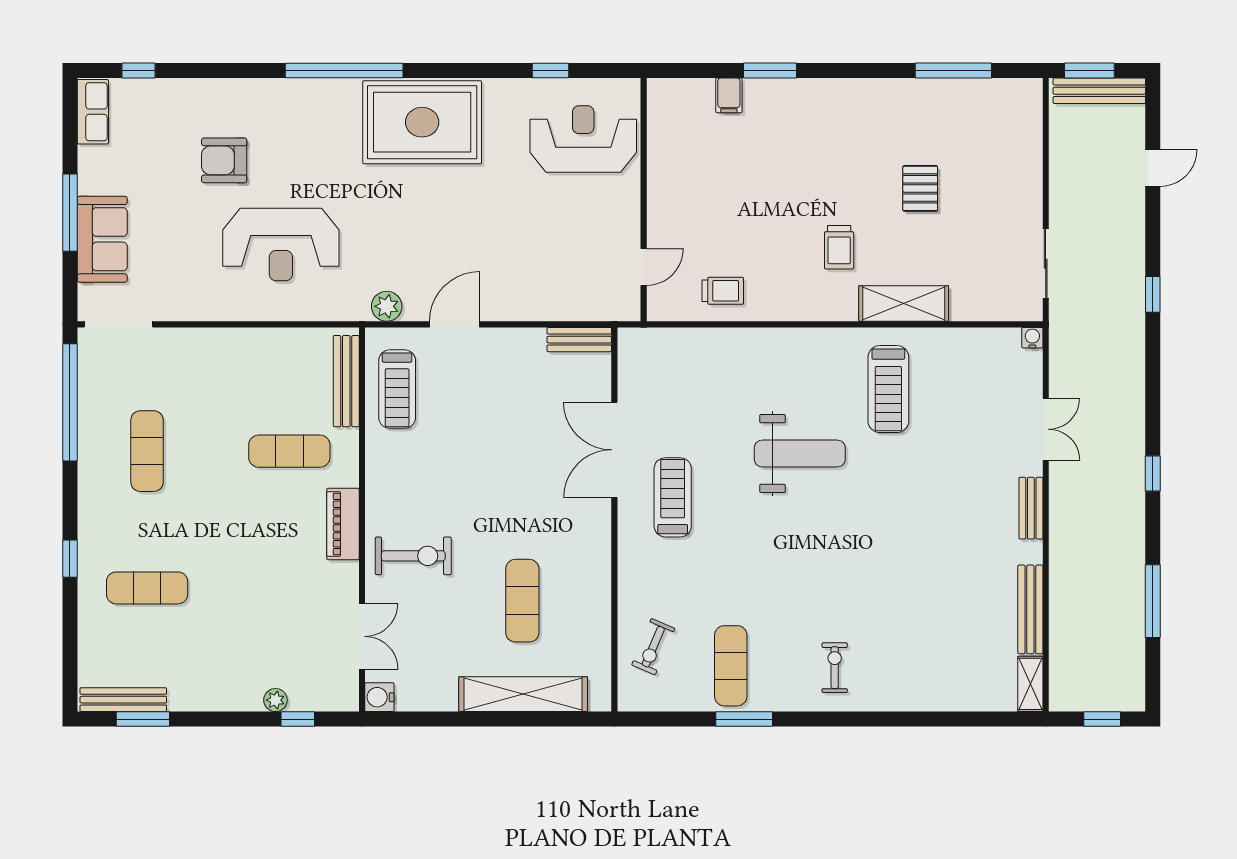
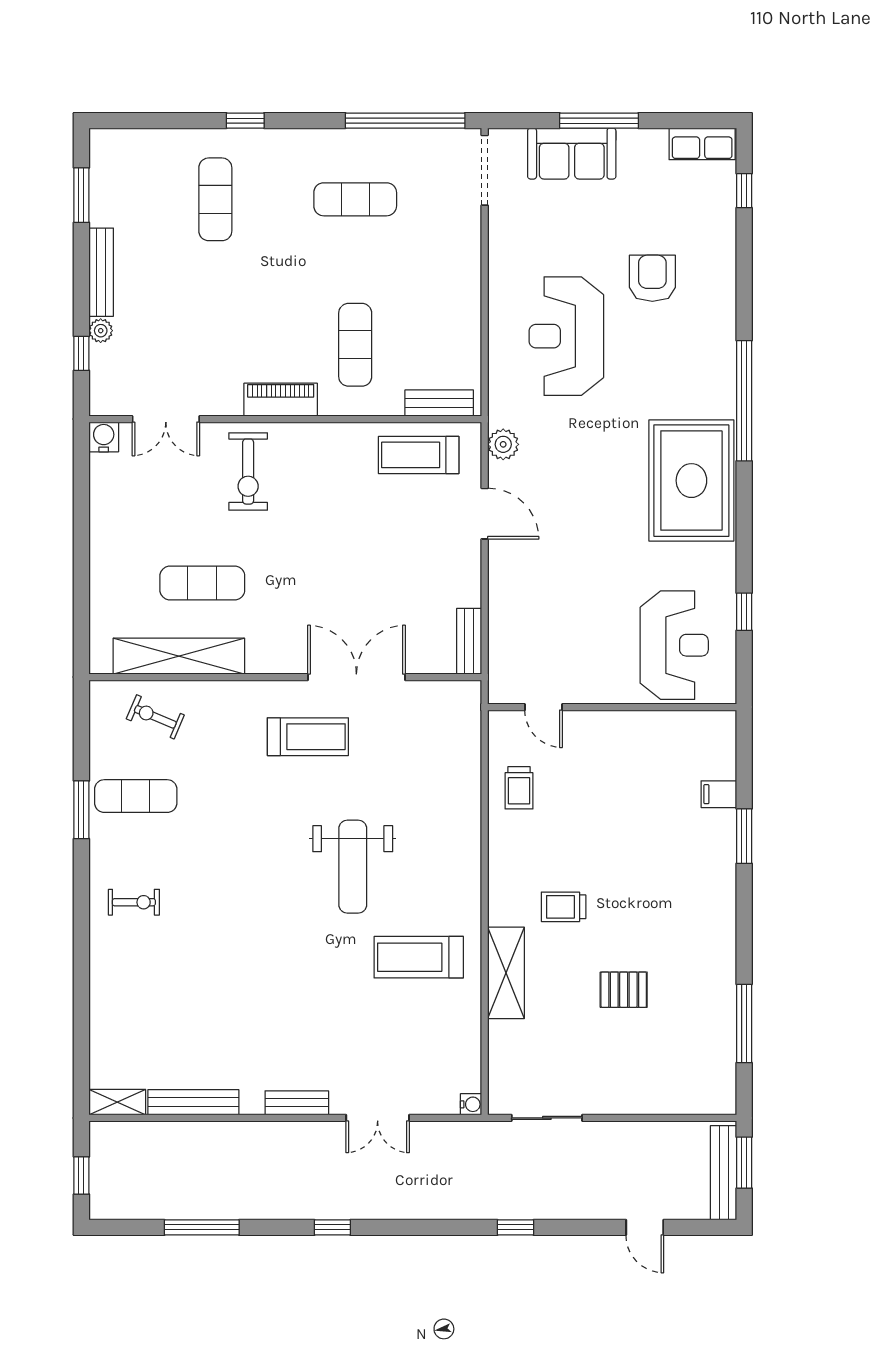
bench: (346, 381) -> (439, 403), width x0.73
shelving: (523, 694) -> (179, 656), moved, turned 90
bench: (123, 700) -> (101, 272), moved

